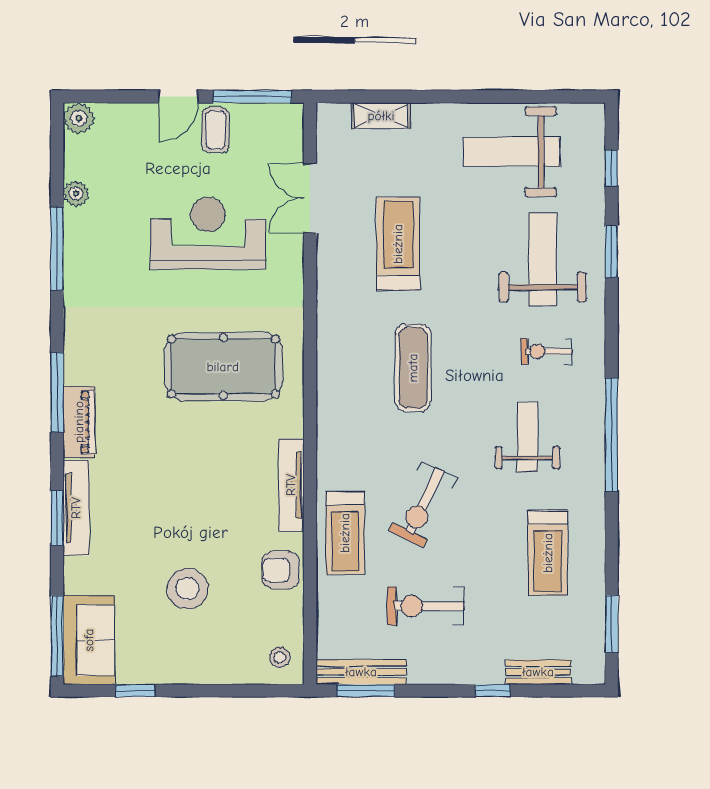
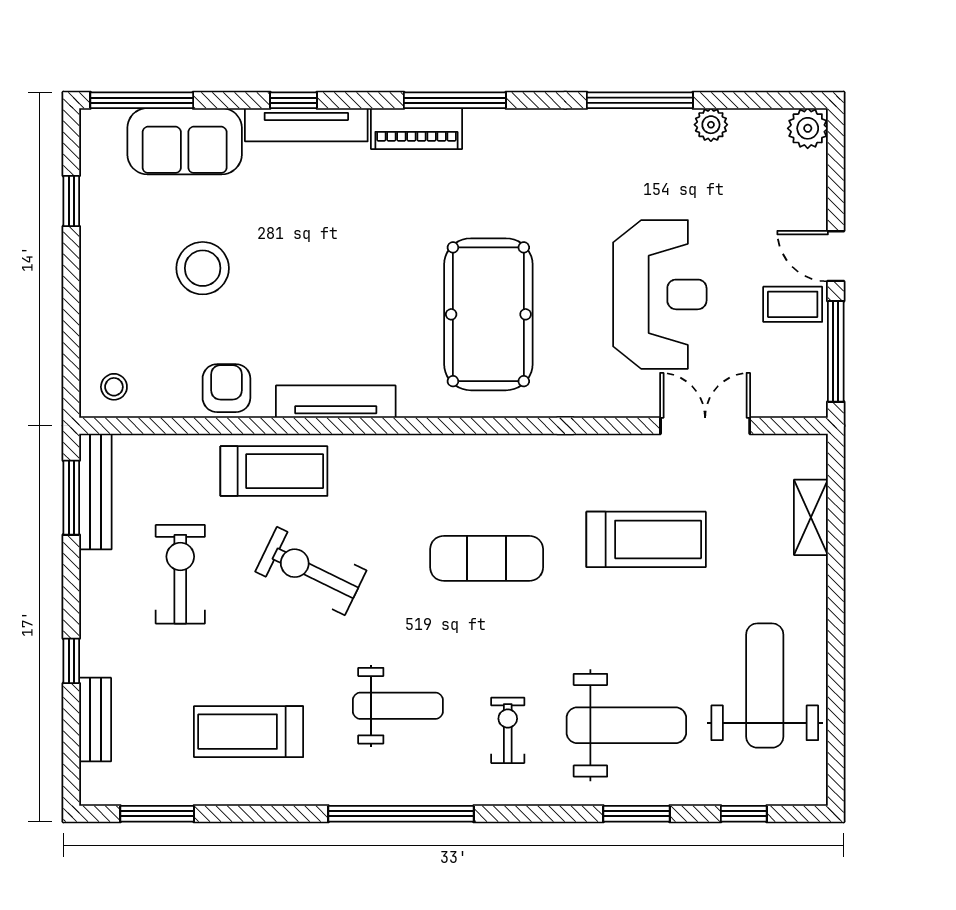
window: (57, 518) -> (293, 100), width x0.67
treadmill: (345, 533) -> (274, 471), turned 180
sofa: (89, 640) -> (185, 141), moved

